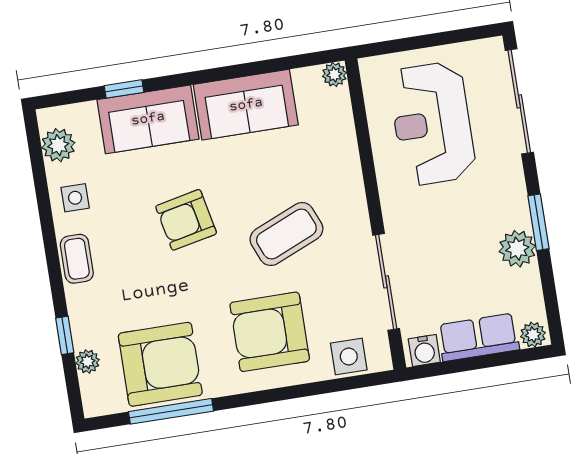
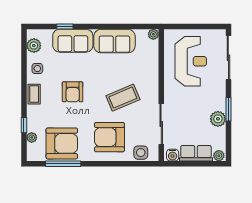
reception desk: (432, 124) -> (191, 61), turned 180
armchair: (186, 220) -> (73, 92), moved, turned -78

